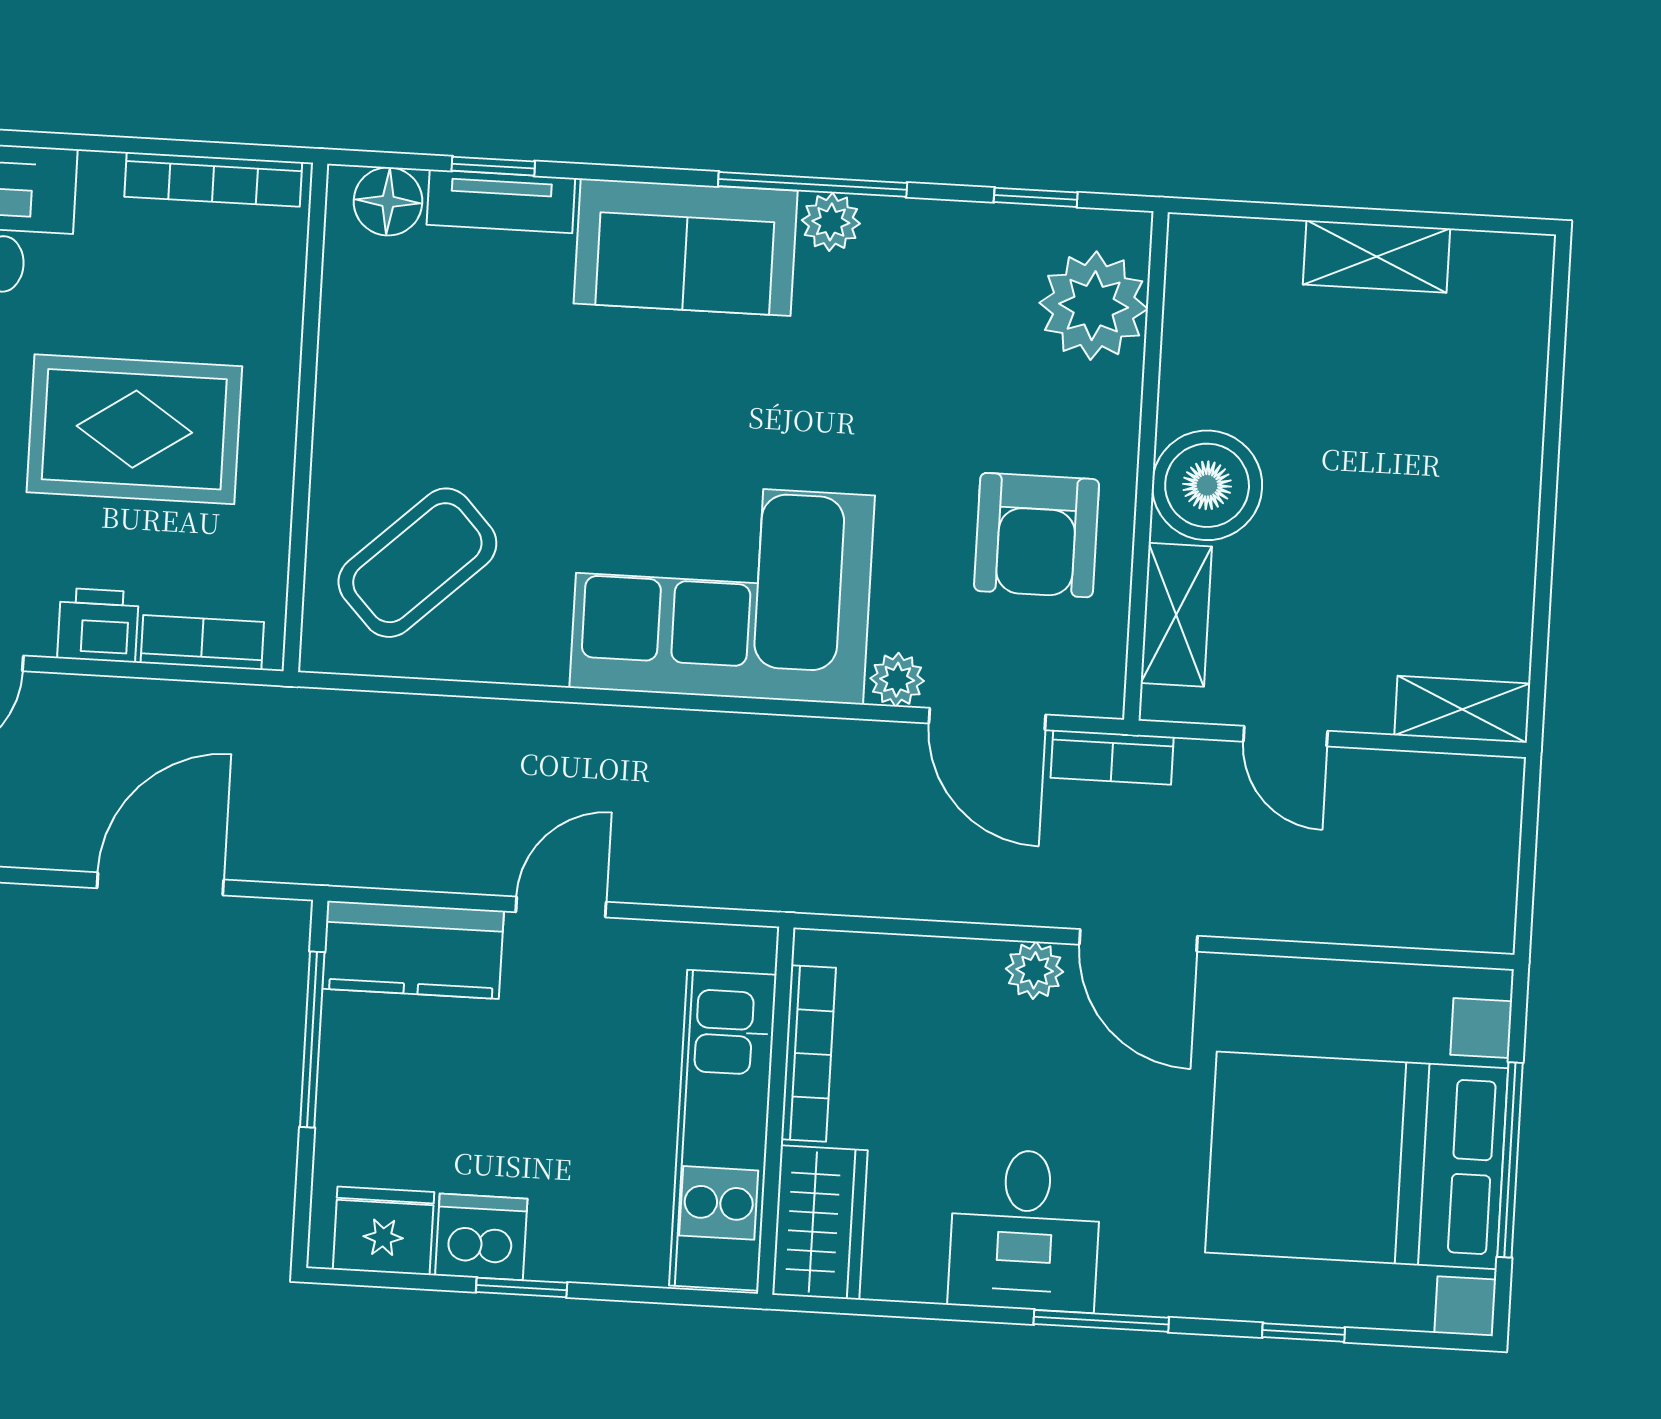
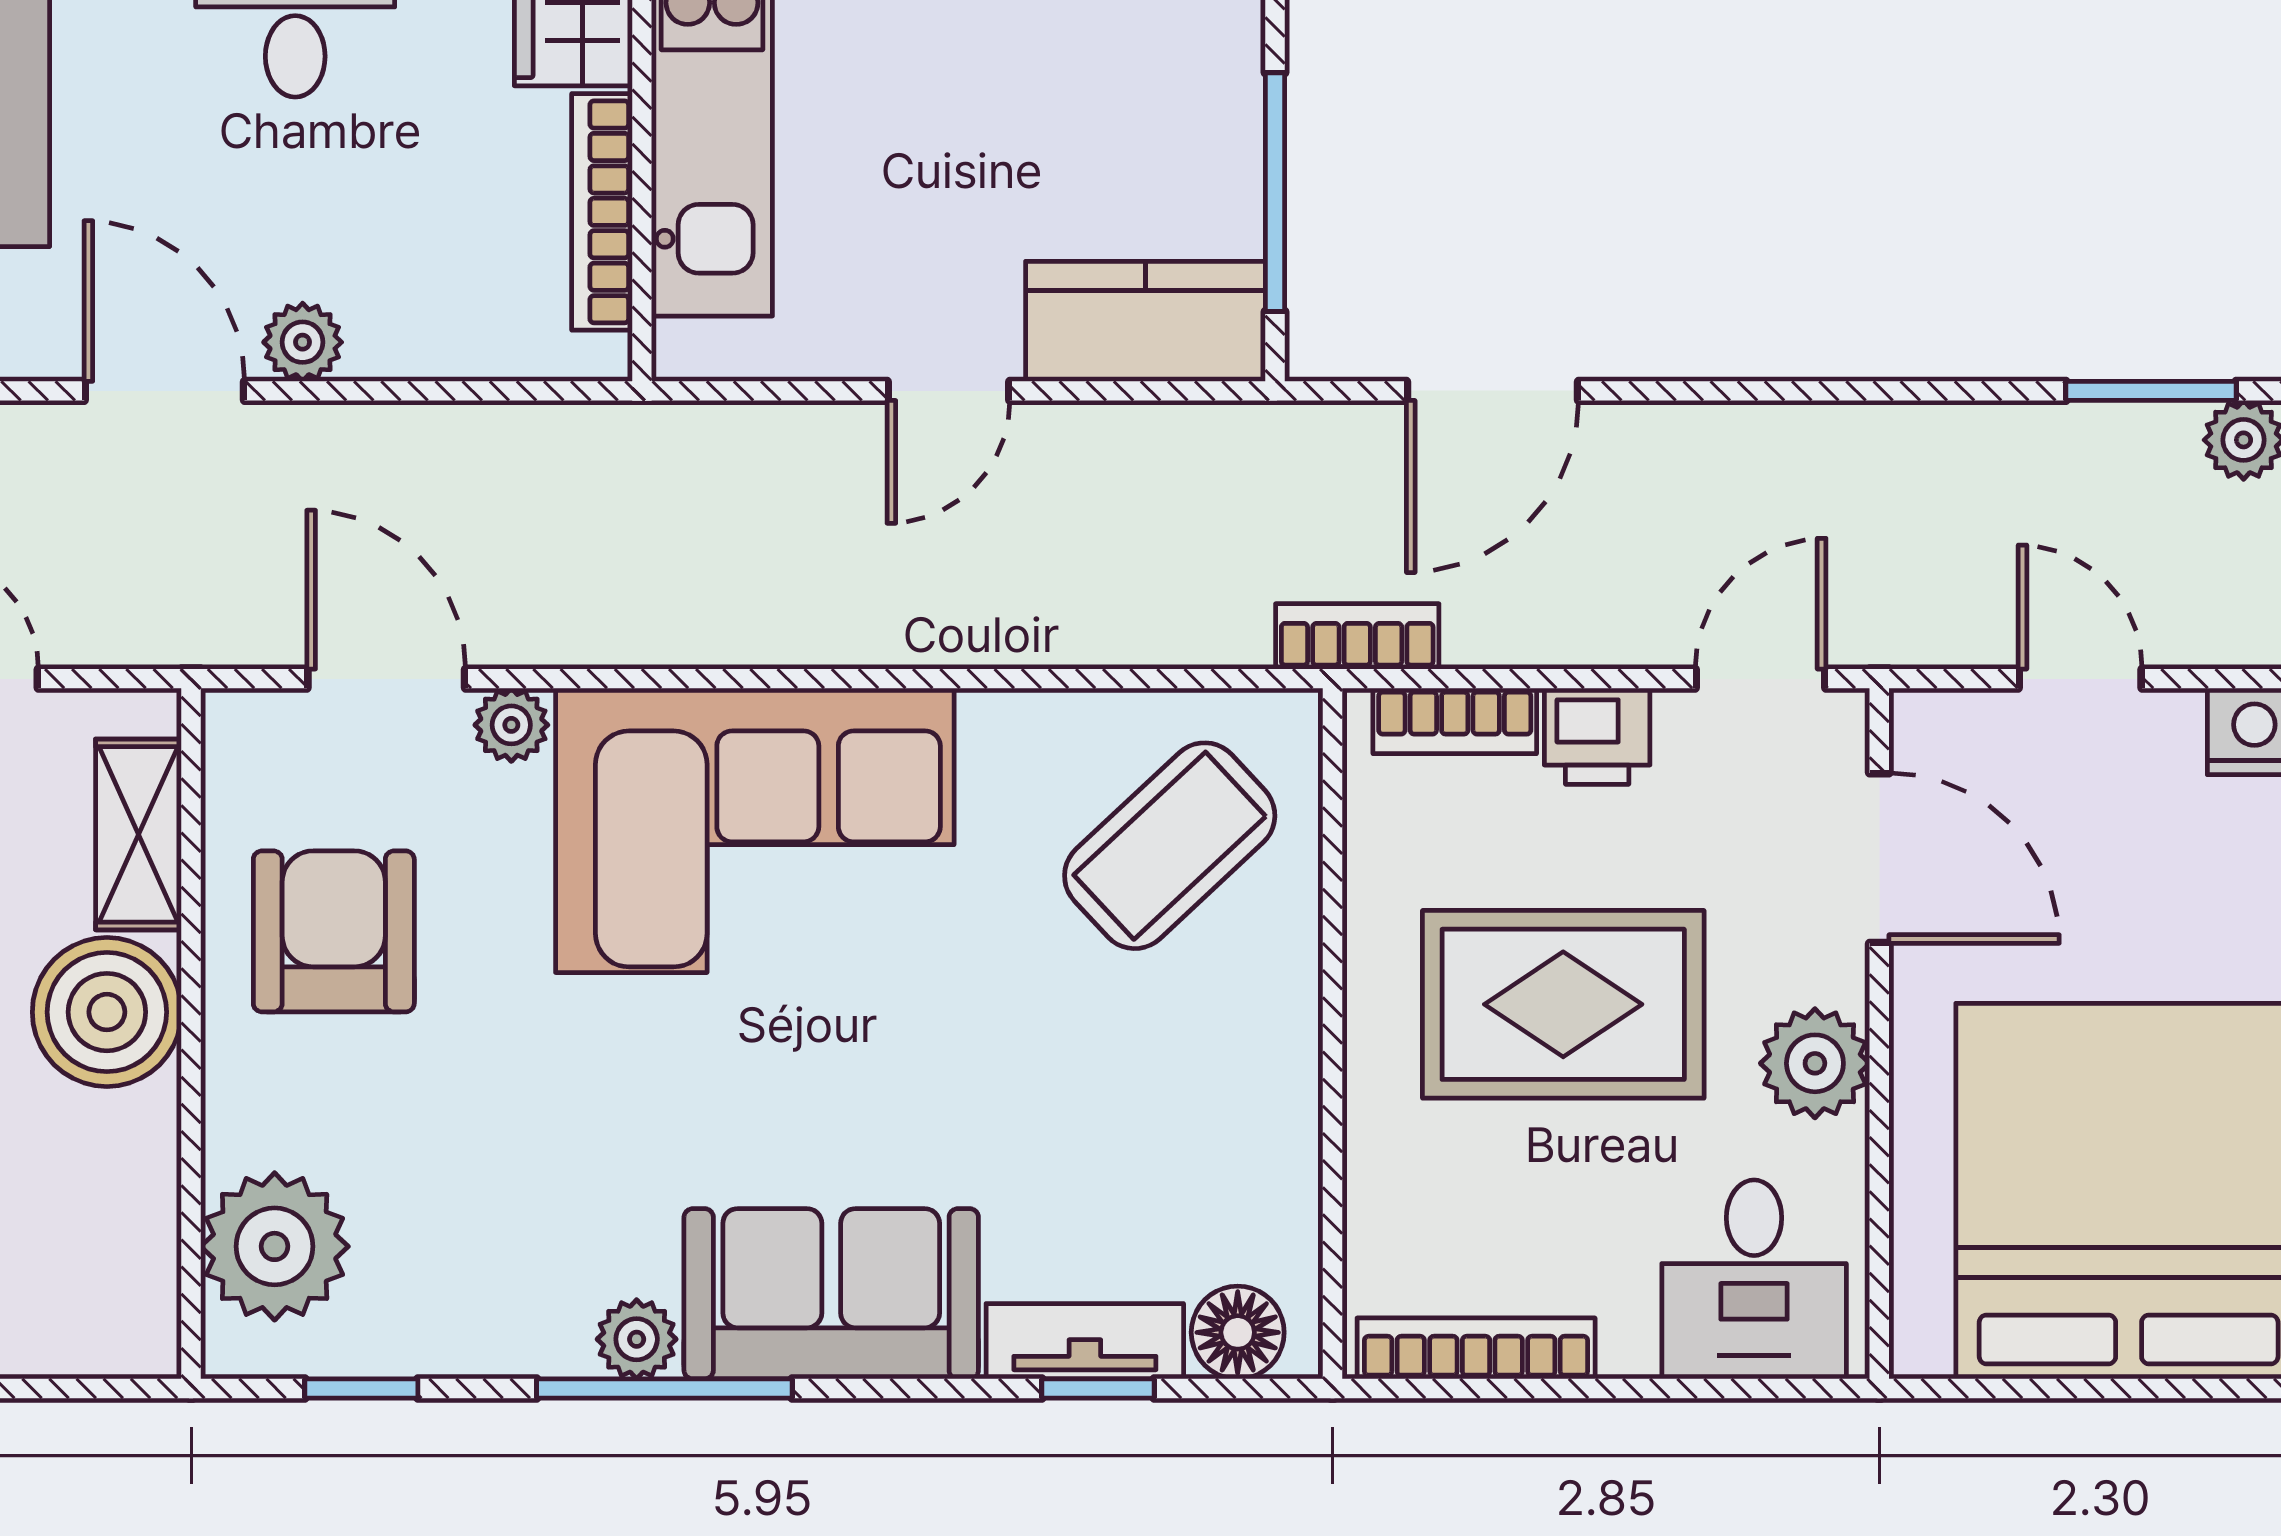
bookcase: (1112, 757) -> (1357, 636), moved

